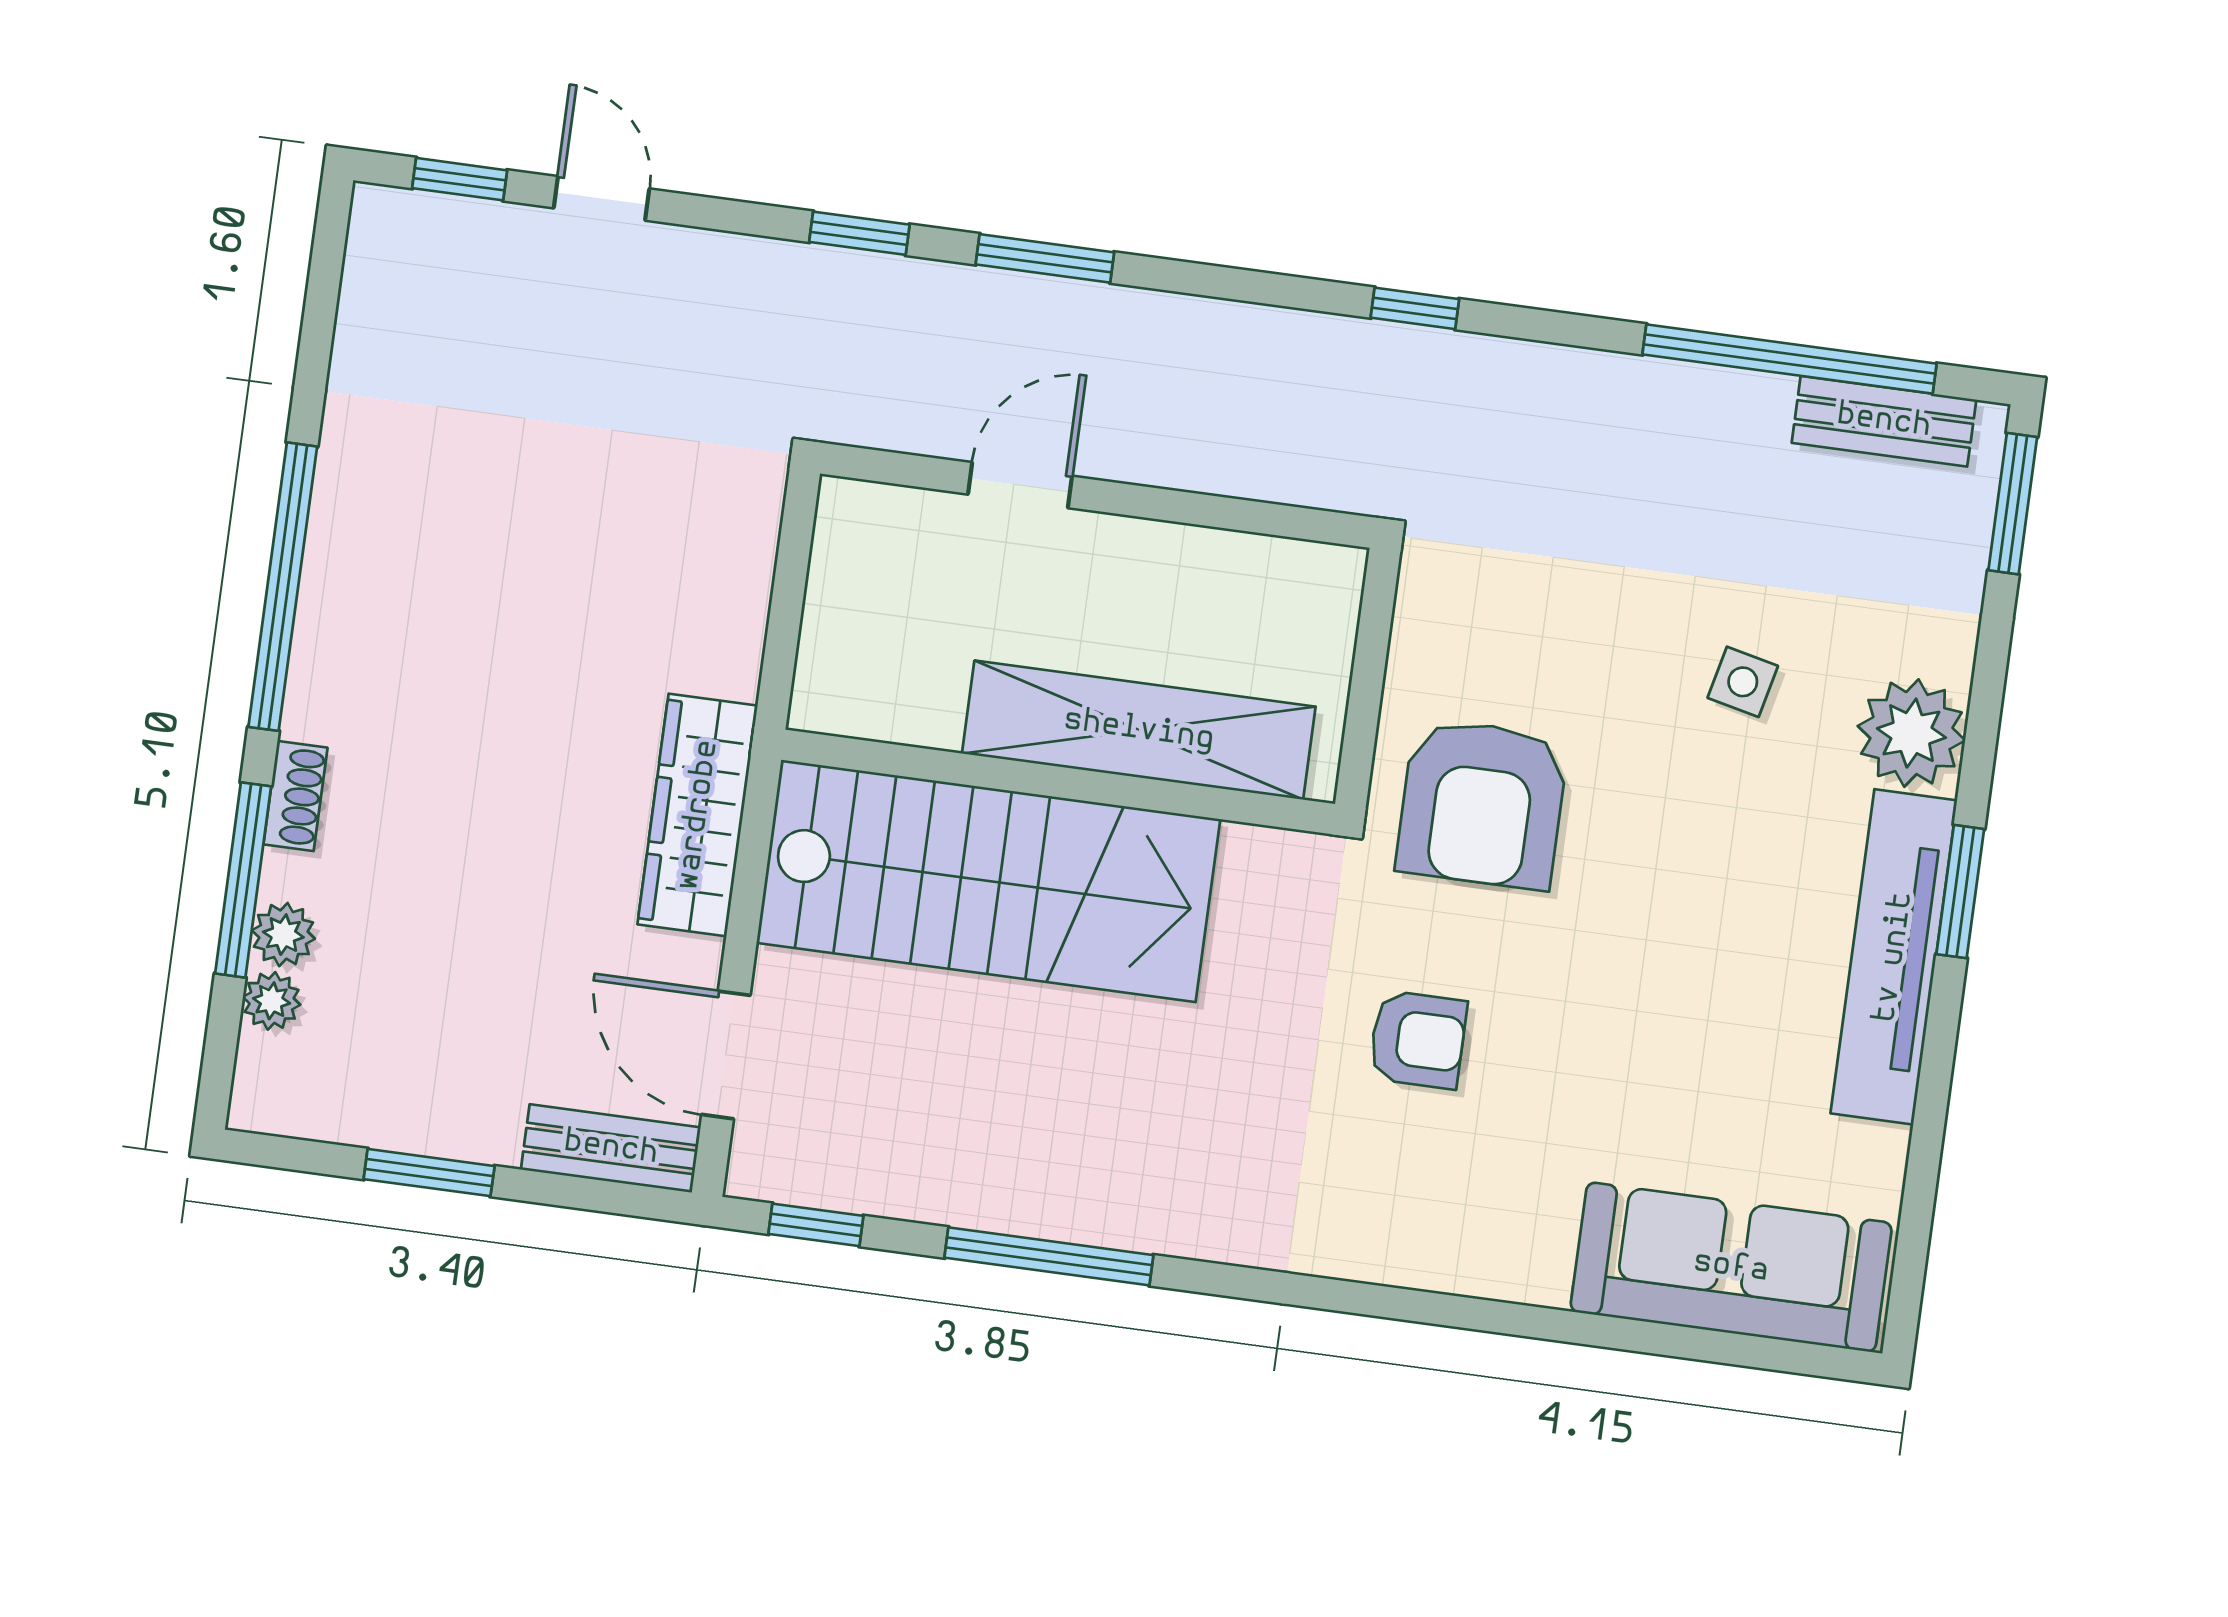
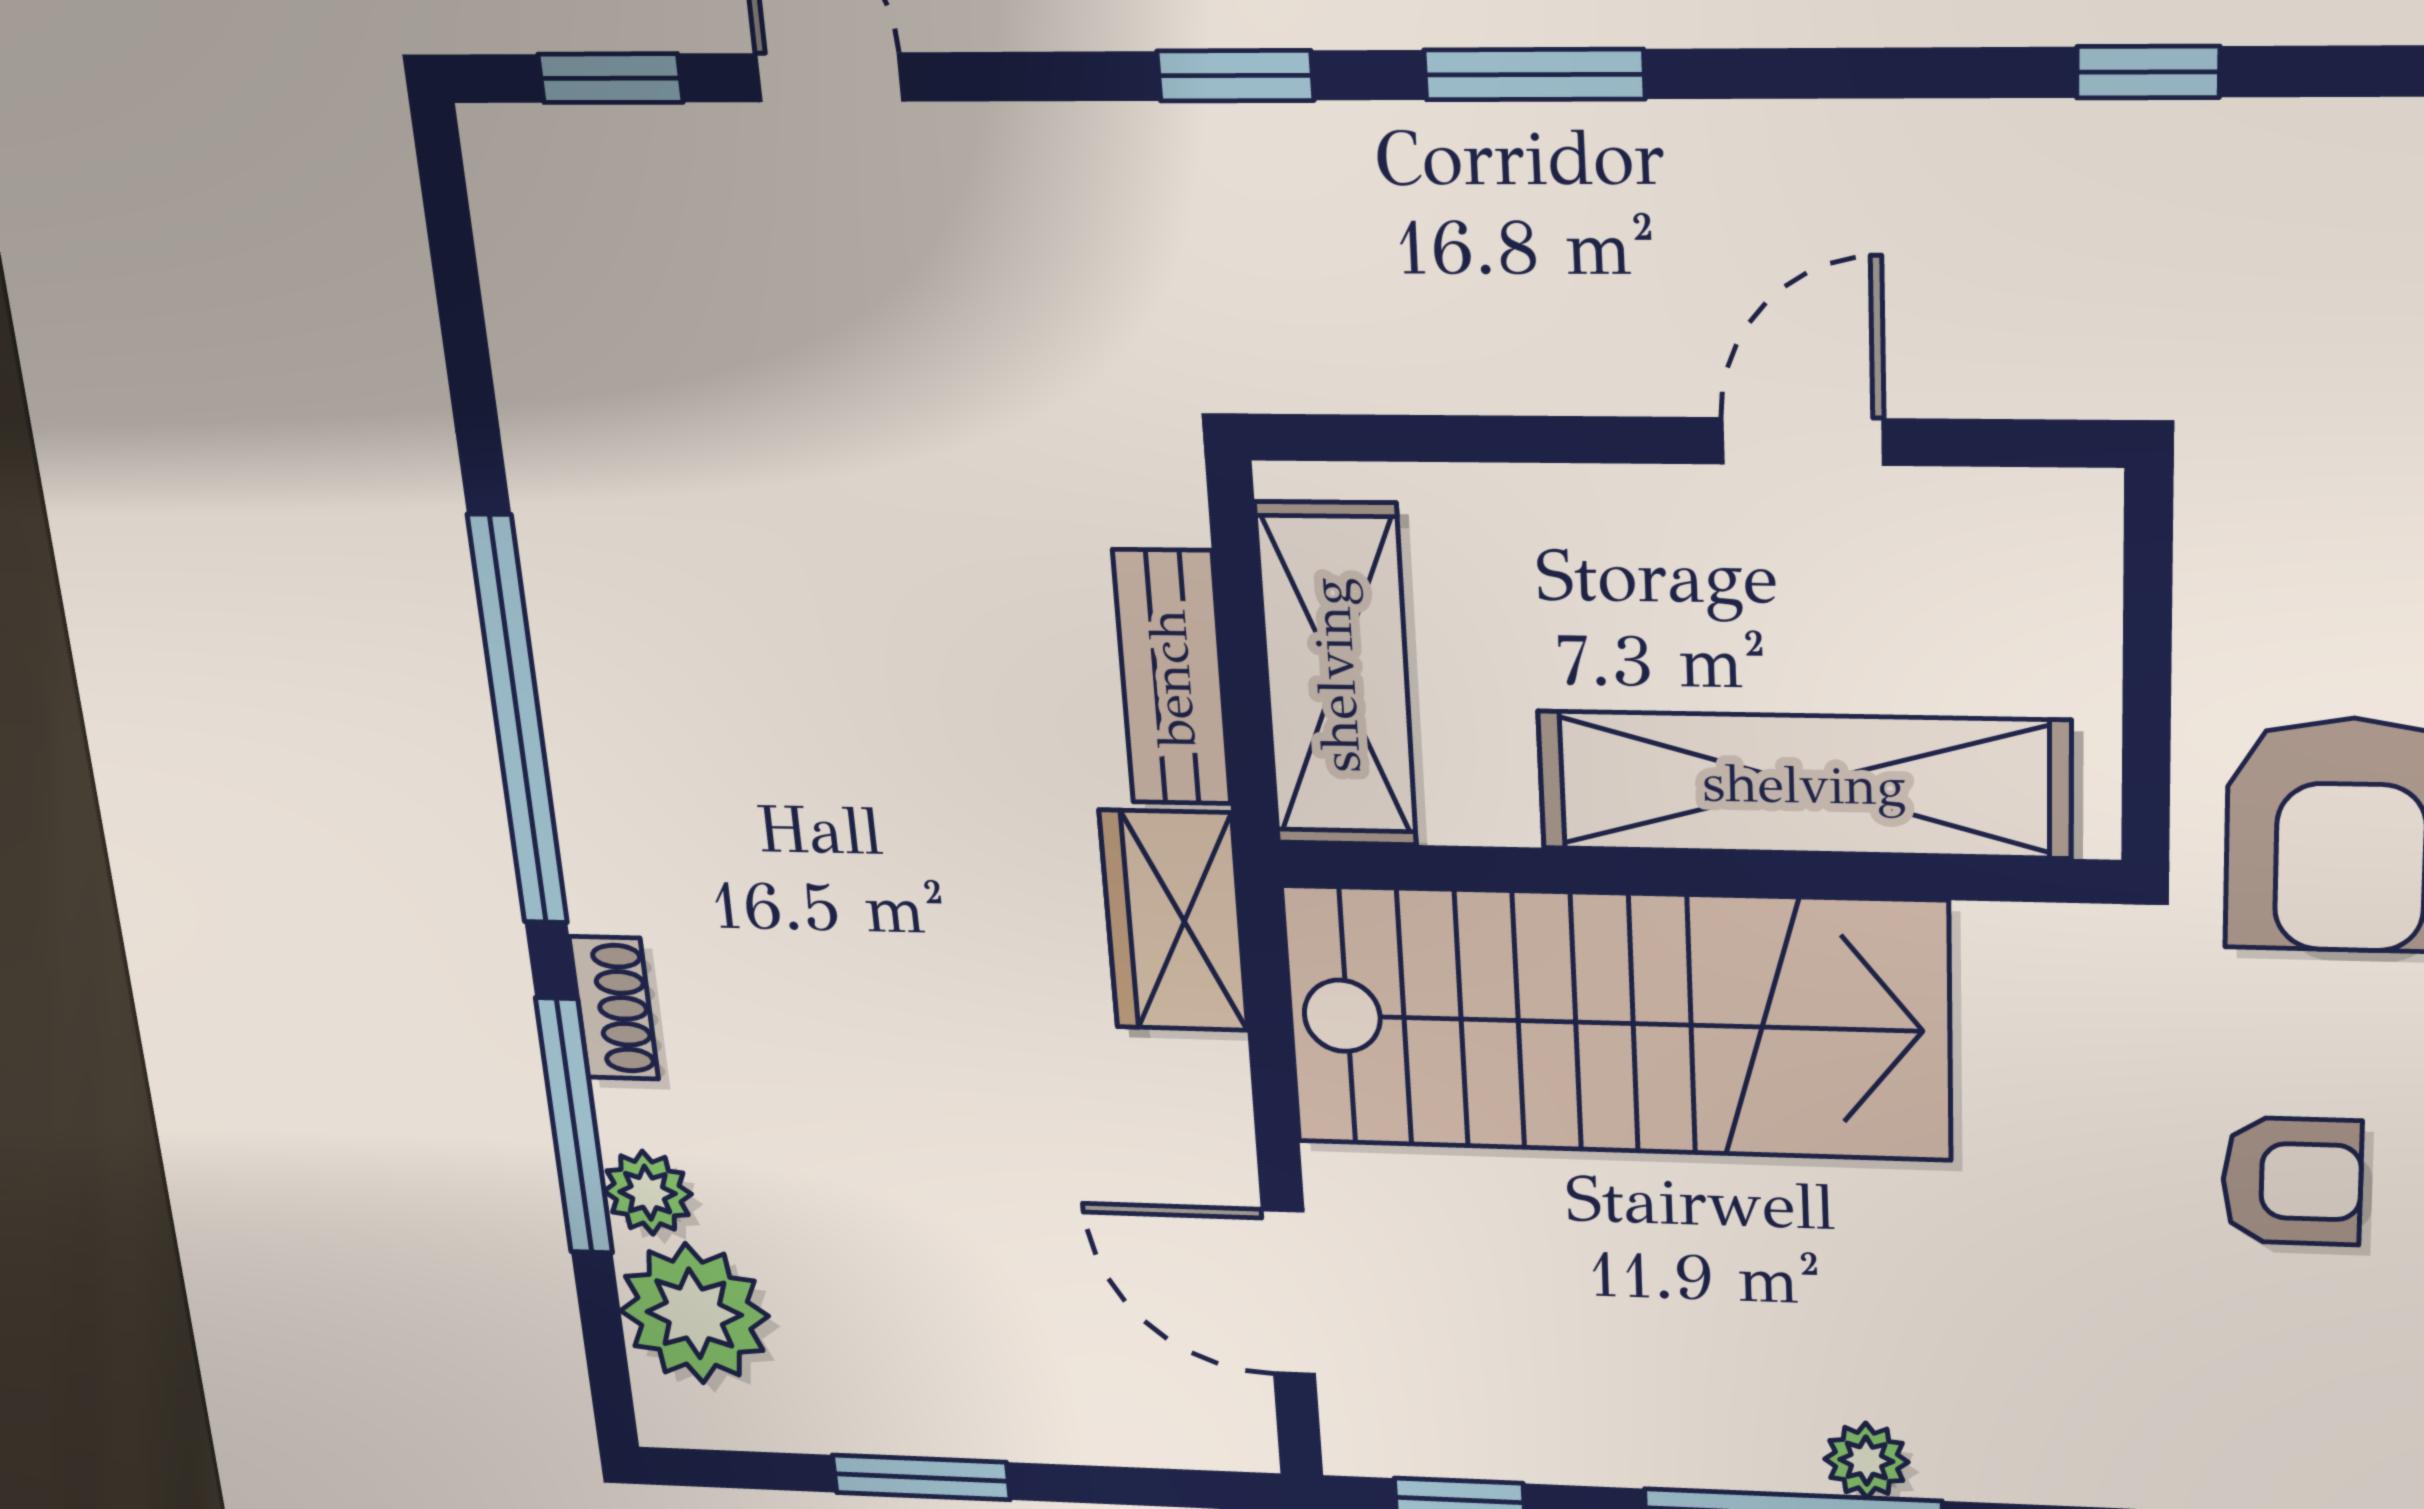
door: (1020, 485) -> (1803, 441), moved
shelving: (847, 621) -> (1336, 675), added
wardrobe: (698, 815) -> (1174, 921), width x0.67
plant: (272, 1001) -> (694, 1313), width x1.87, depth x1.87
bench: (611, 1148) -> (1172, 678), moved, turned 90
plant: (1106, 1220) -> (1866, 1461), added

